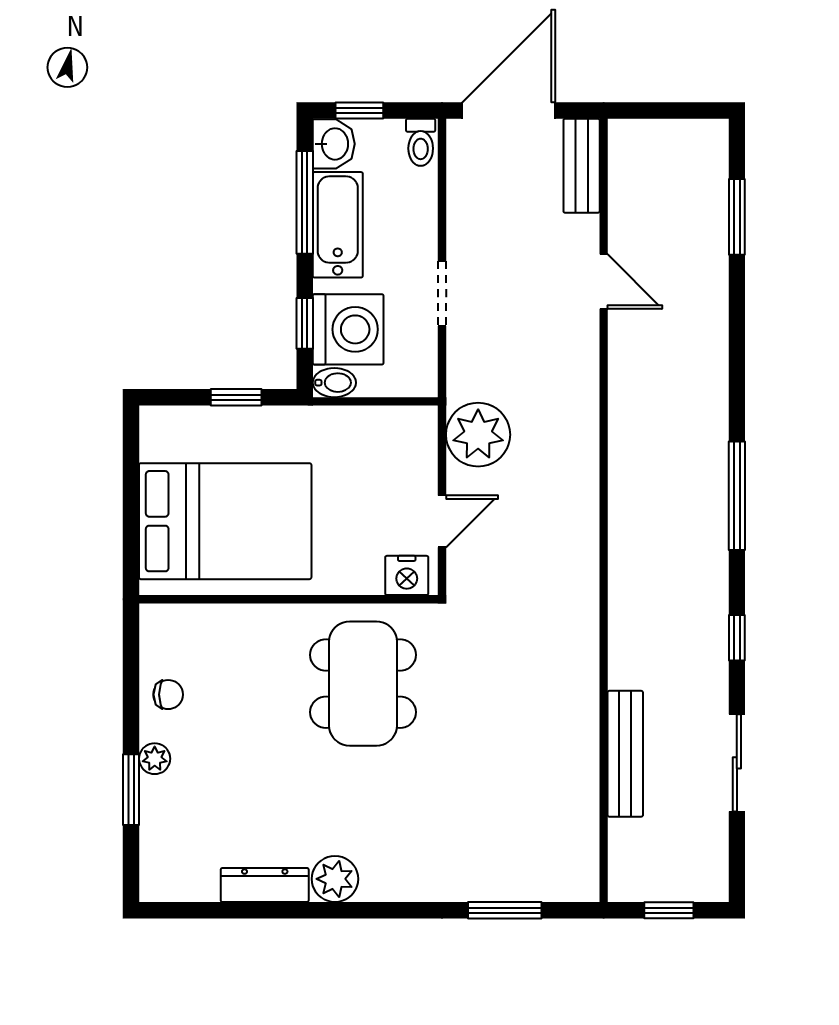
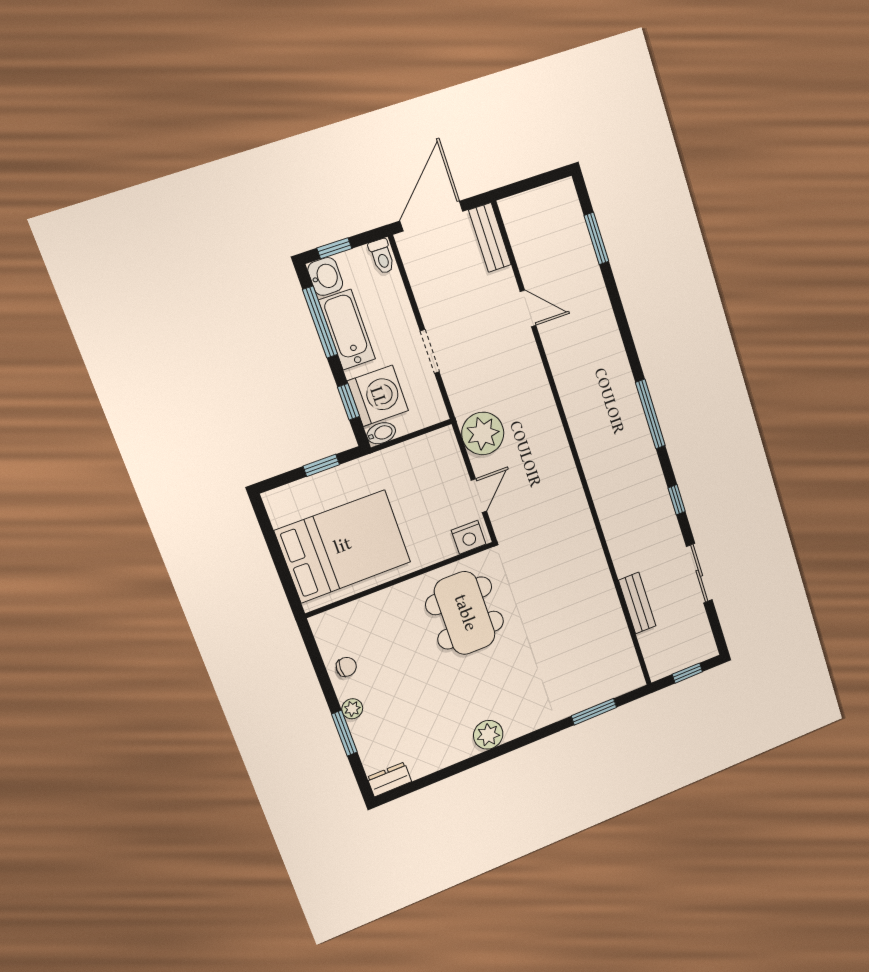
bench: (625, 754) -> (637, 603), width x0.73
dresser: (265, 885) -> (389, 779), moved, width x0.70

